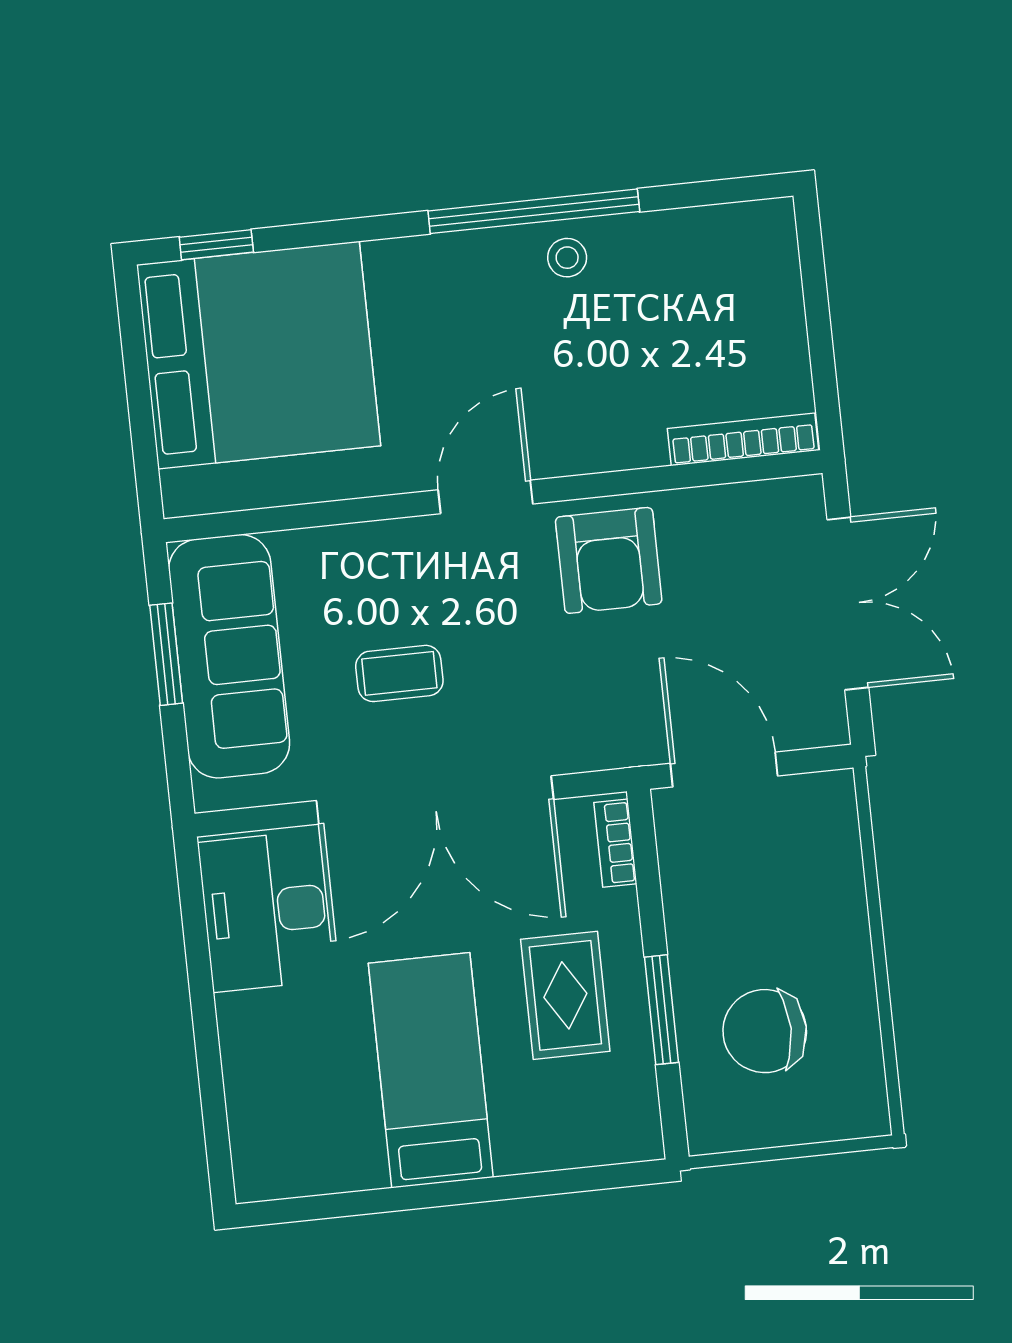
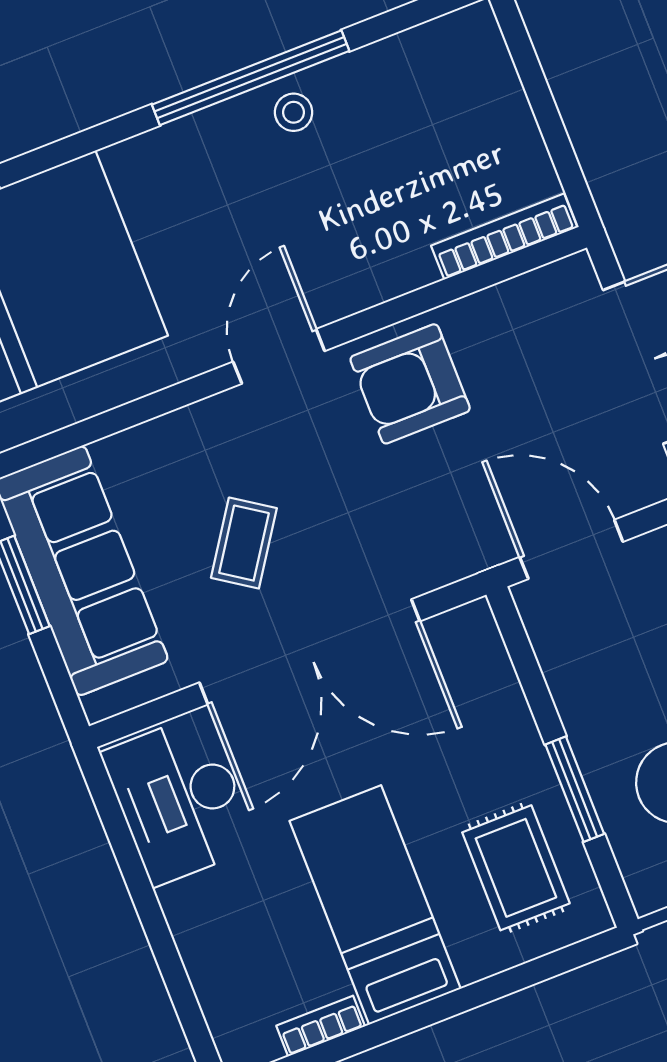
armchair: (609, 560) -> (410, 384), turned 90
coffee table: (399, 673) -> (244, 543), turned -56
bookcase: (615, 843) -> (321, 1026), moved, turned 90
rug: (565, 995) -> (516, 868), moved

